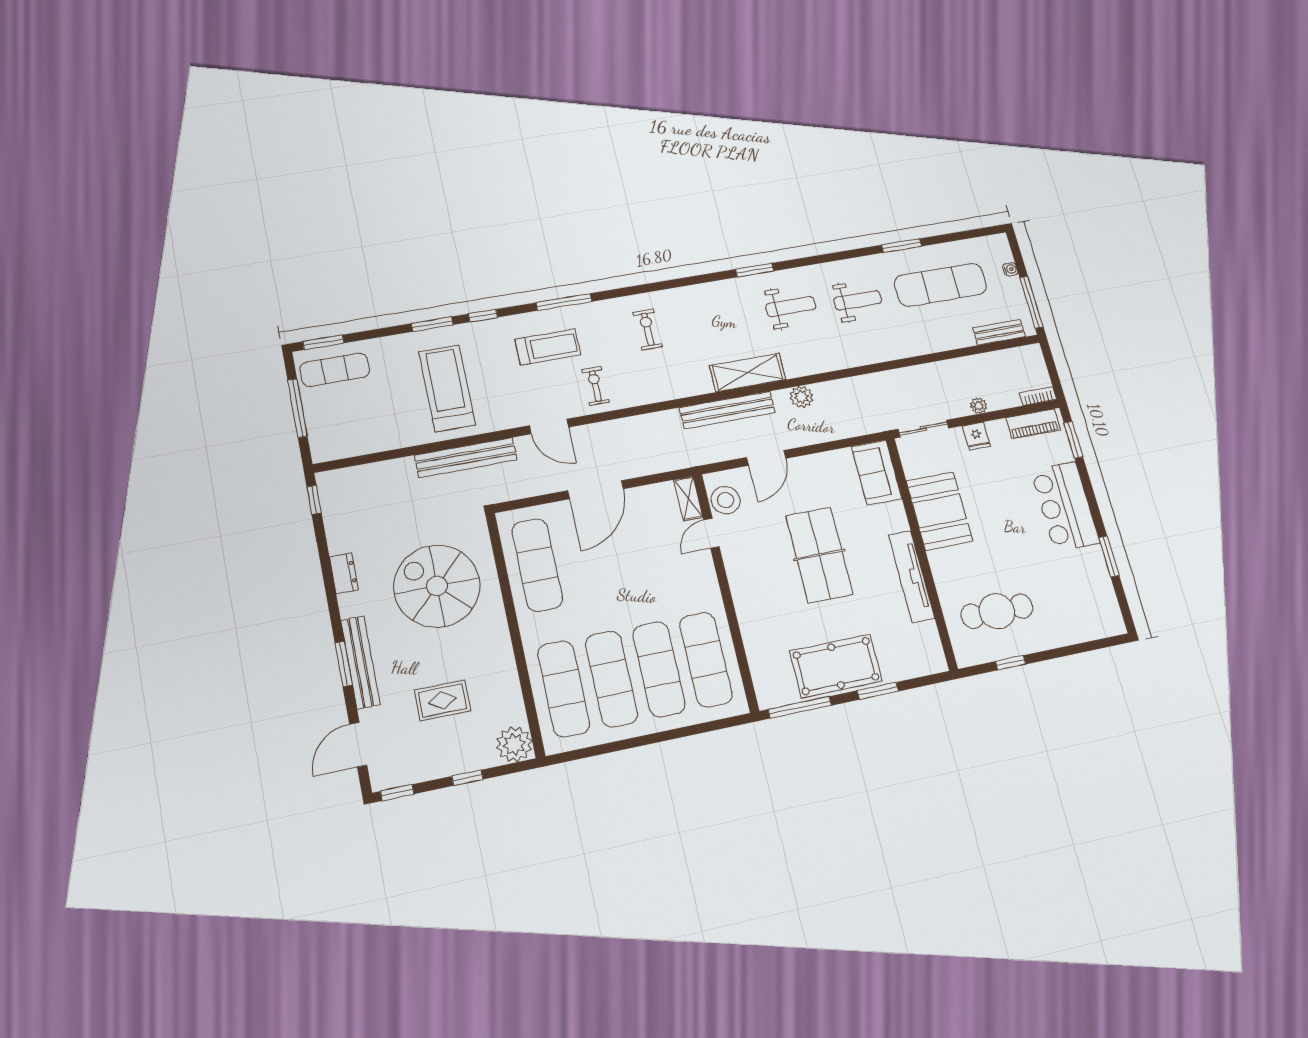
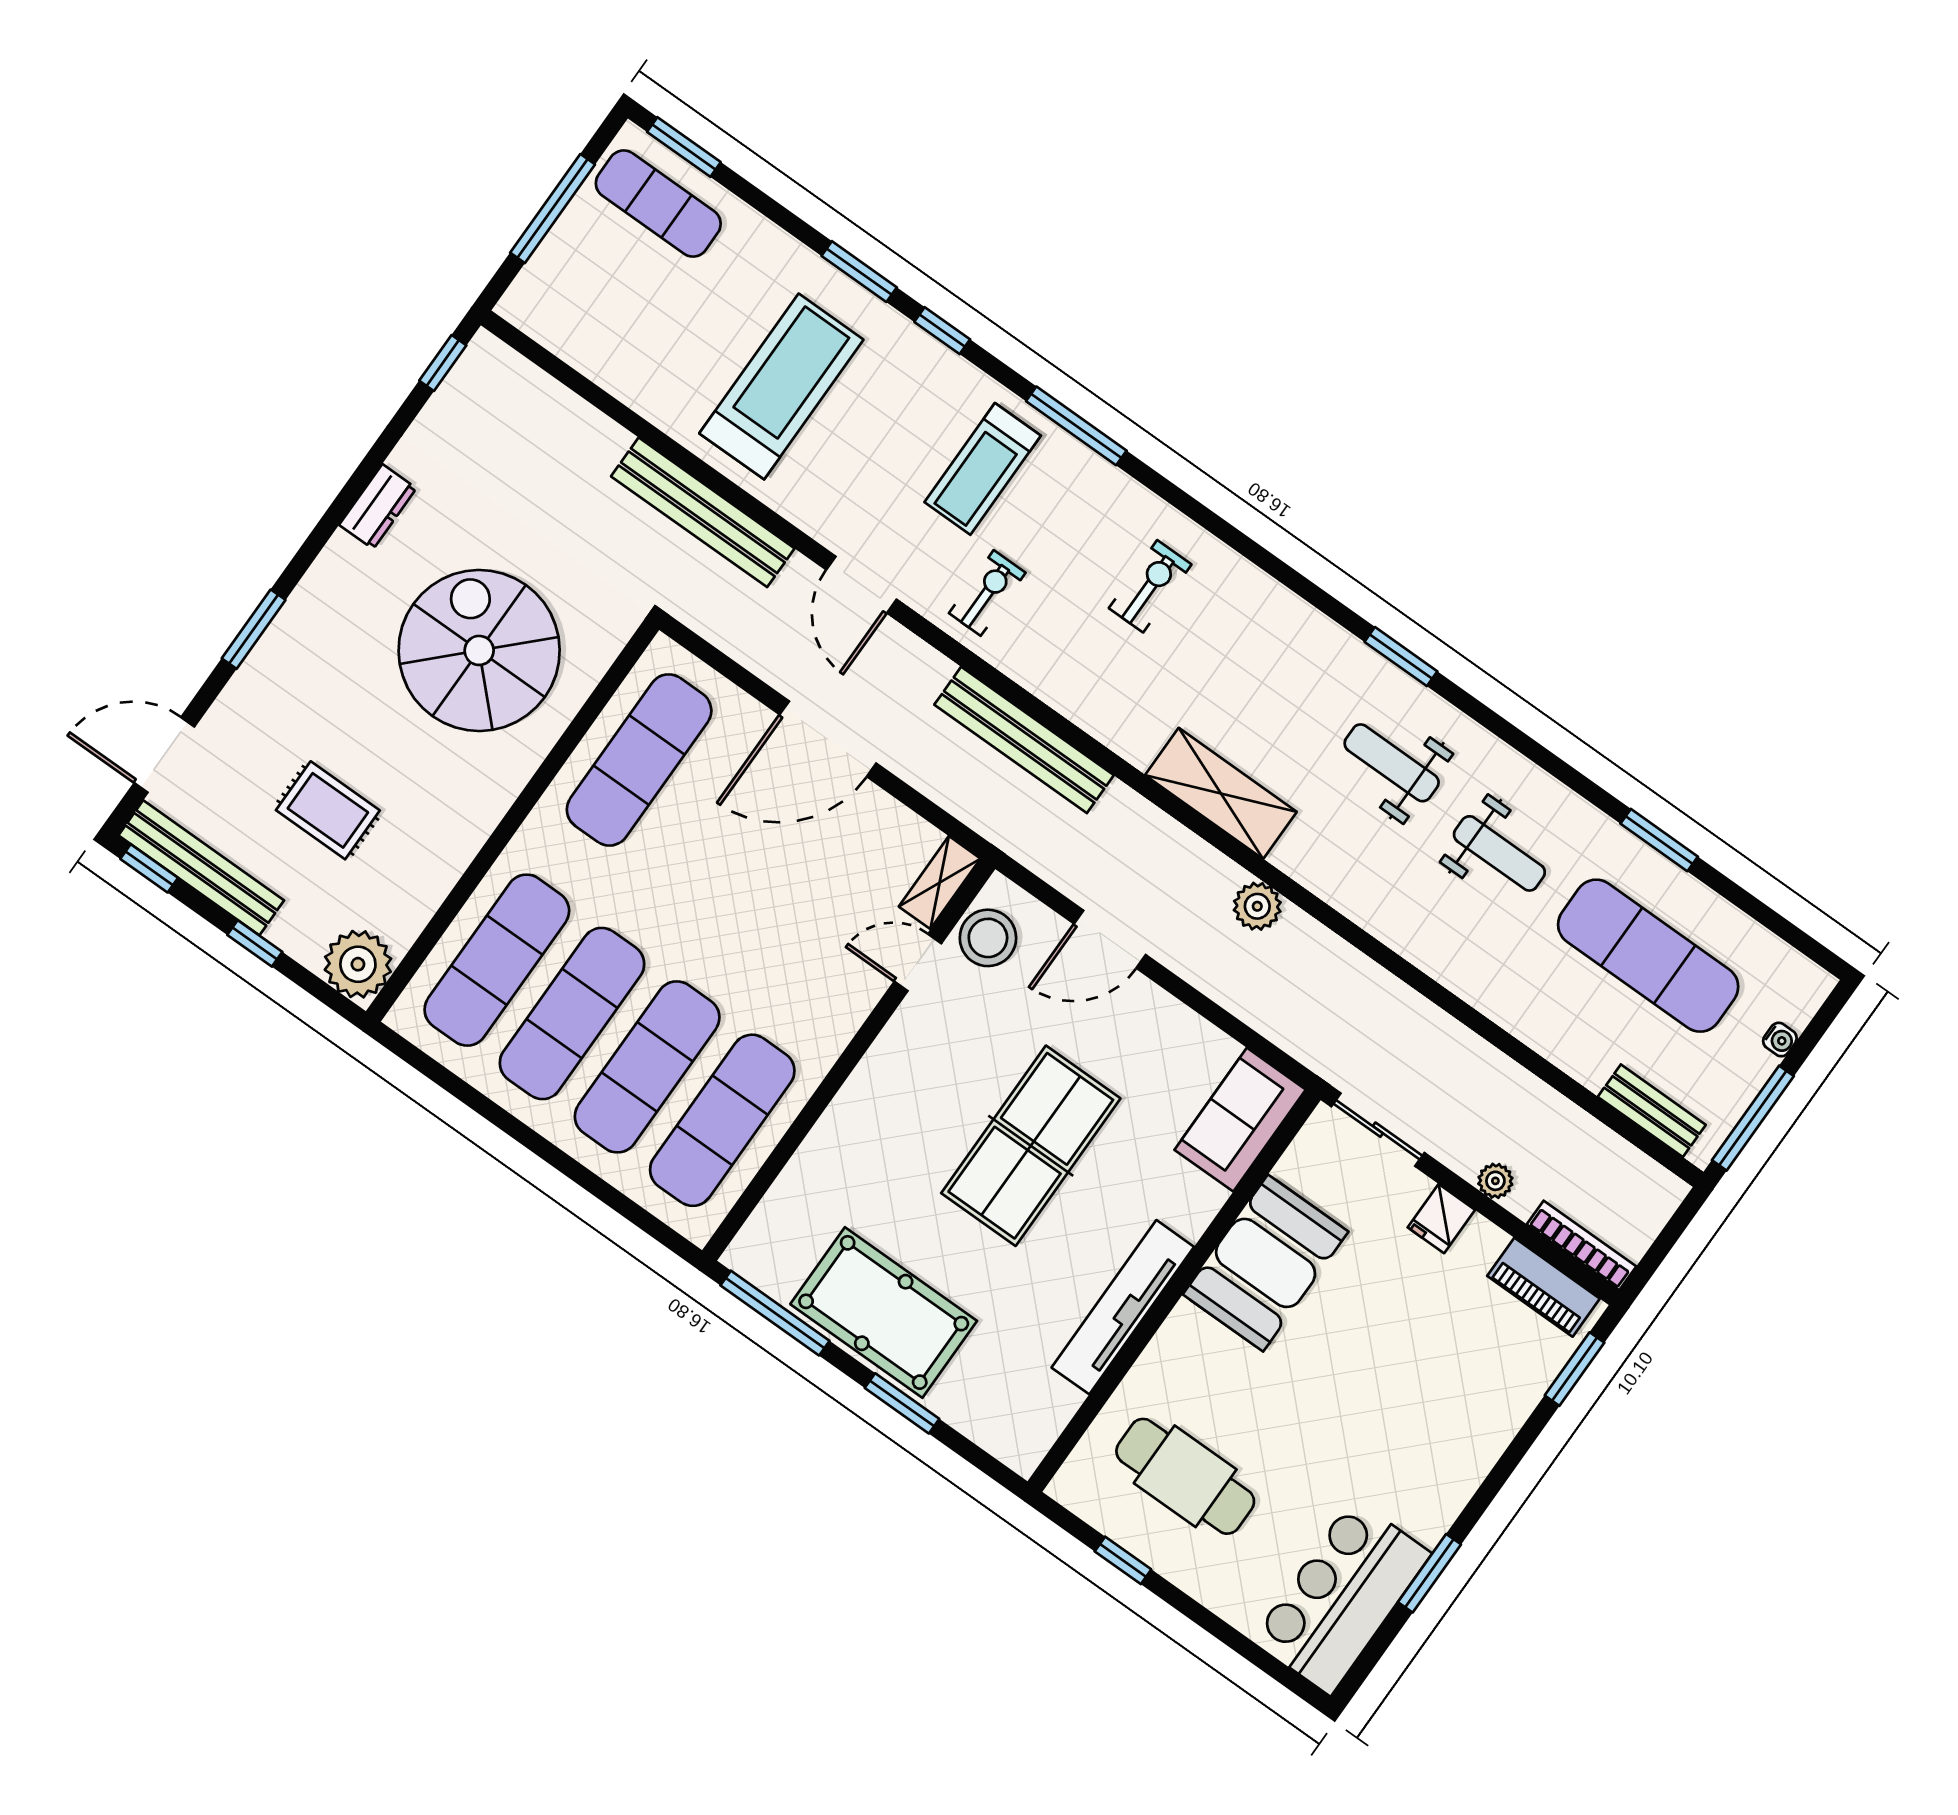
weight bench: (791, 307) -> (1392, 763), turned 180
treadmill: (548, 347) -> (983, 469), turned 90
bookcase: (1038, 396) -> (1581, 1245), width x1.56
bench: (727, 410) -> (1024, 740), moved
bar counter: (1065, 507) -> (1342, 1597), moved
bench: (360, 662) -> (201, 868), moved, turned 90

